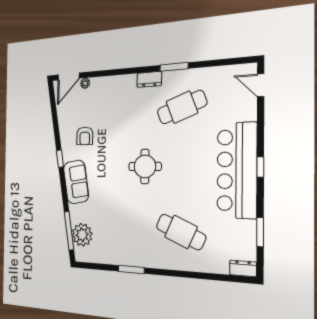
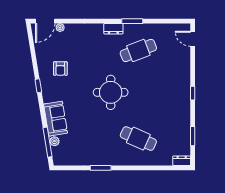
round table: (145, 166) -> (111, 92), width x1.36, depth x1.36
bar counter: (237, 170) -> (177, 95), removed
sofa: (76, 182) -> (56, 119), moved
plant: (82, 235) -> (54, 141), width x0.53, depth x0.53

